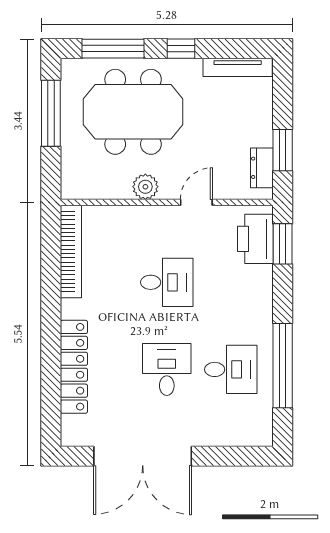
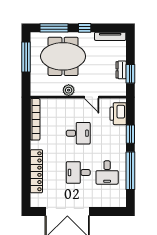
dresser: (262, 168) -> (121, 70), moved
door: (196, 202) -> (92, 97), swing flipped
window: (283, 244) -> (130, 134), moved
desk: (167, 369) -> (78, 172), turned -90
desk: (231, 369) -> (107, 172), turned 90

